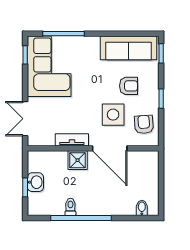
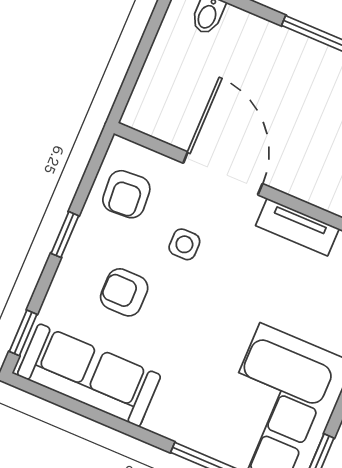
side table: (113, 115) -> (184, 244), width x0.54, depth x0.54
shower: (78, 160) -> (304, 178), removed

